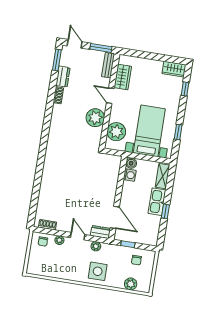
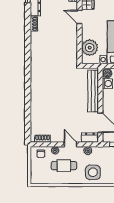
plant: (95, 118) -> (69, 38), removed
bench: (112, 181) -> (93, 91), added
cafe table: (66, 259) -> (64, 166), added

